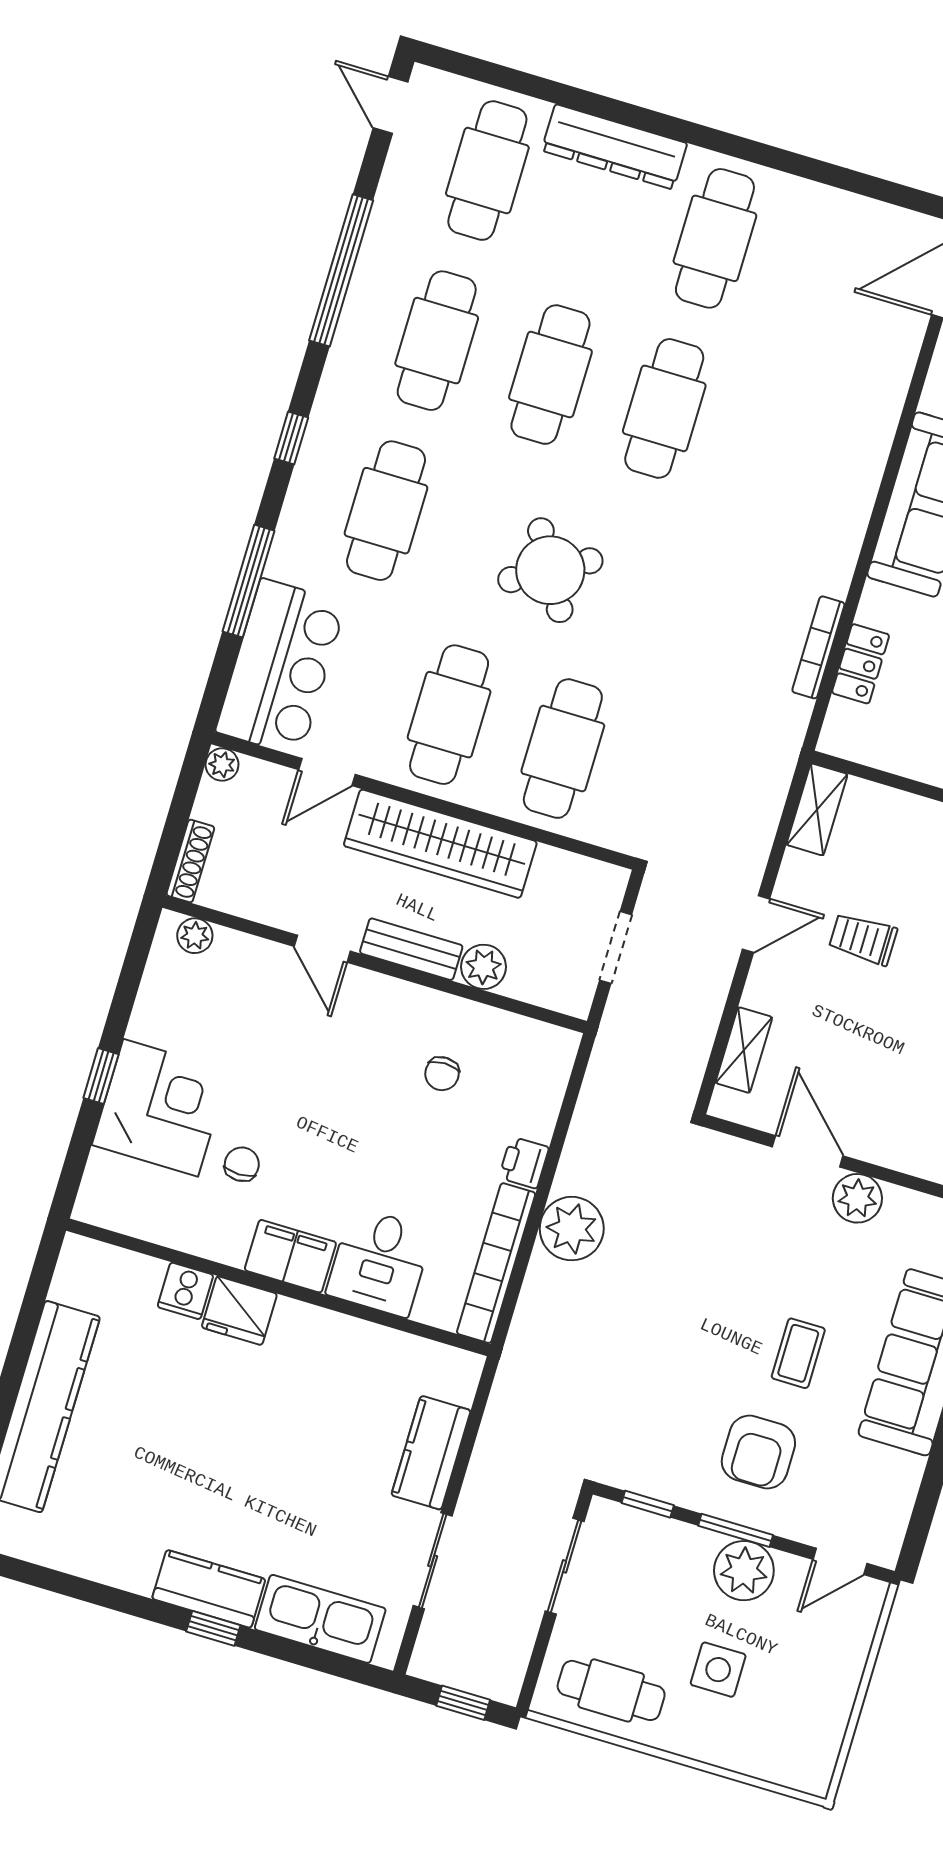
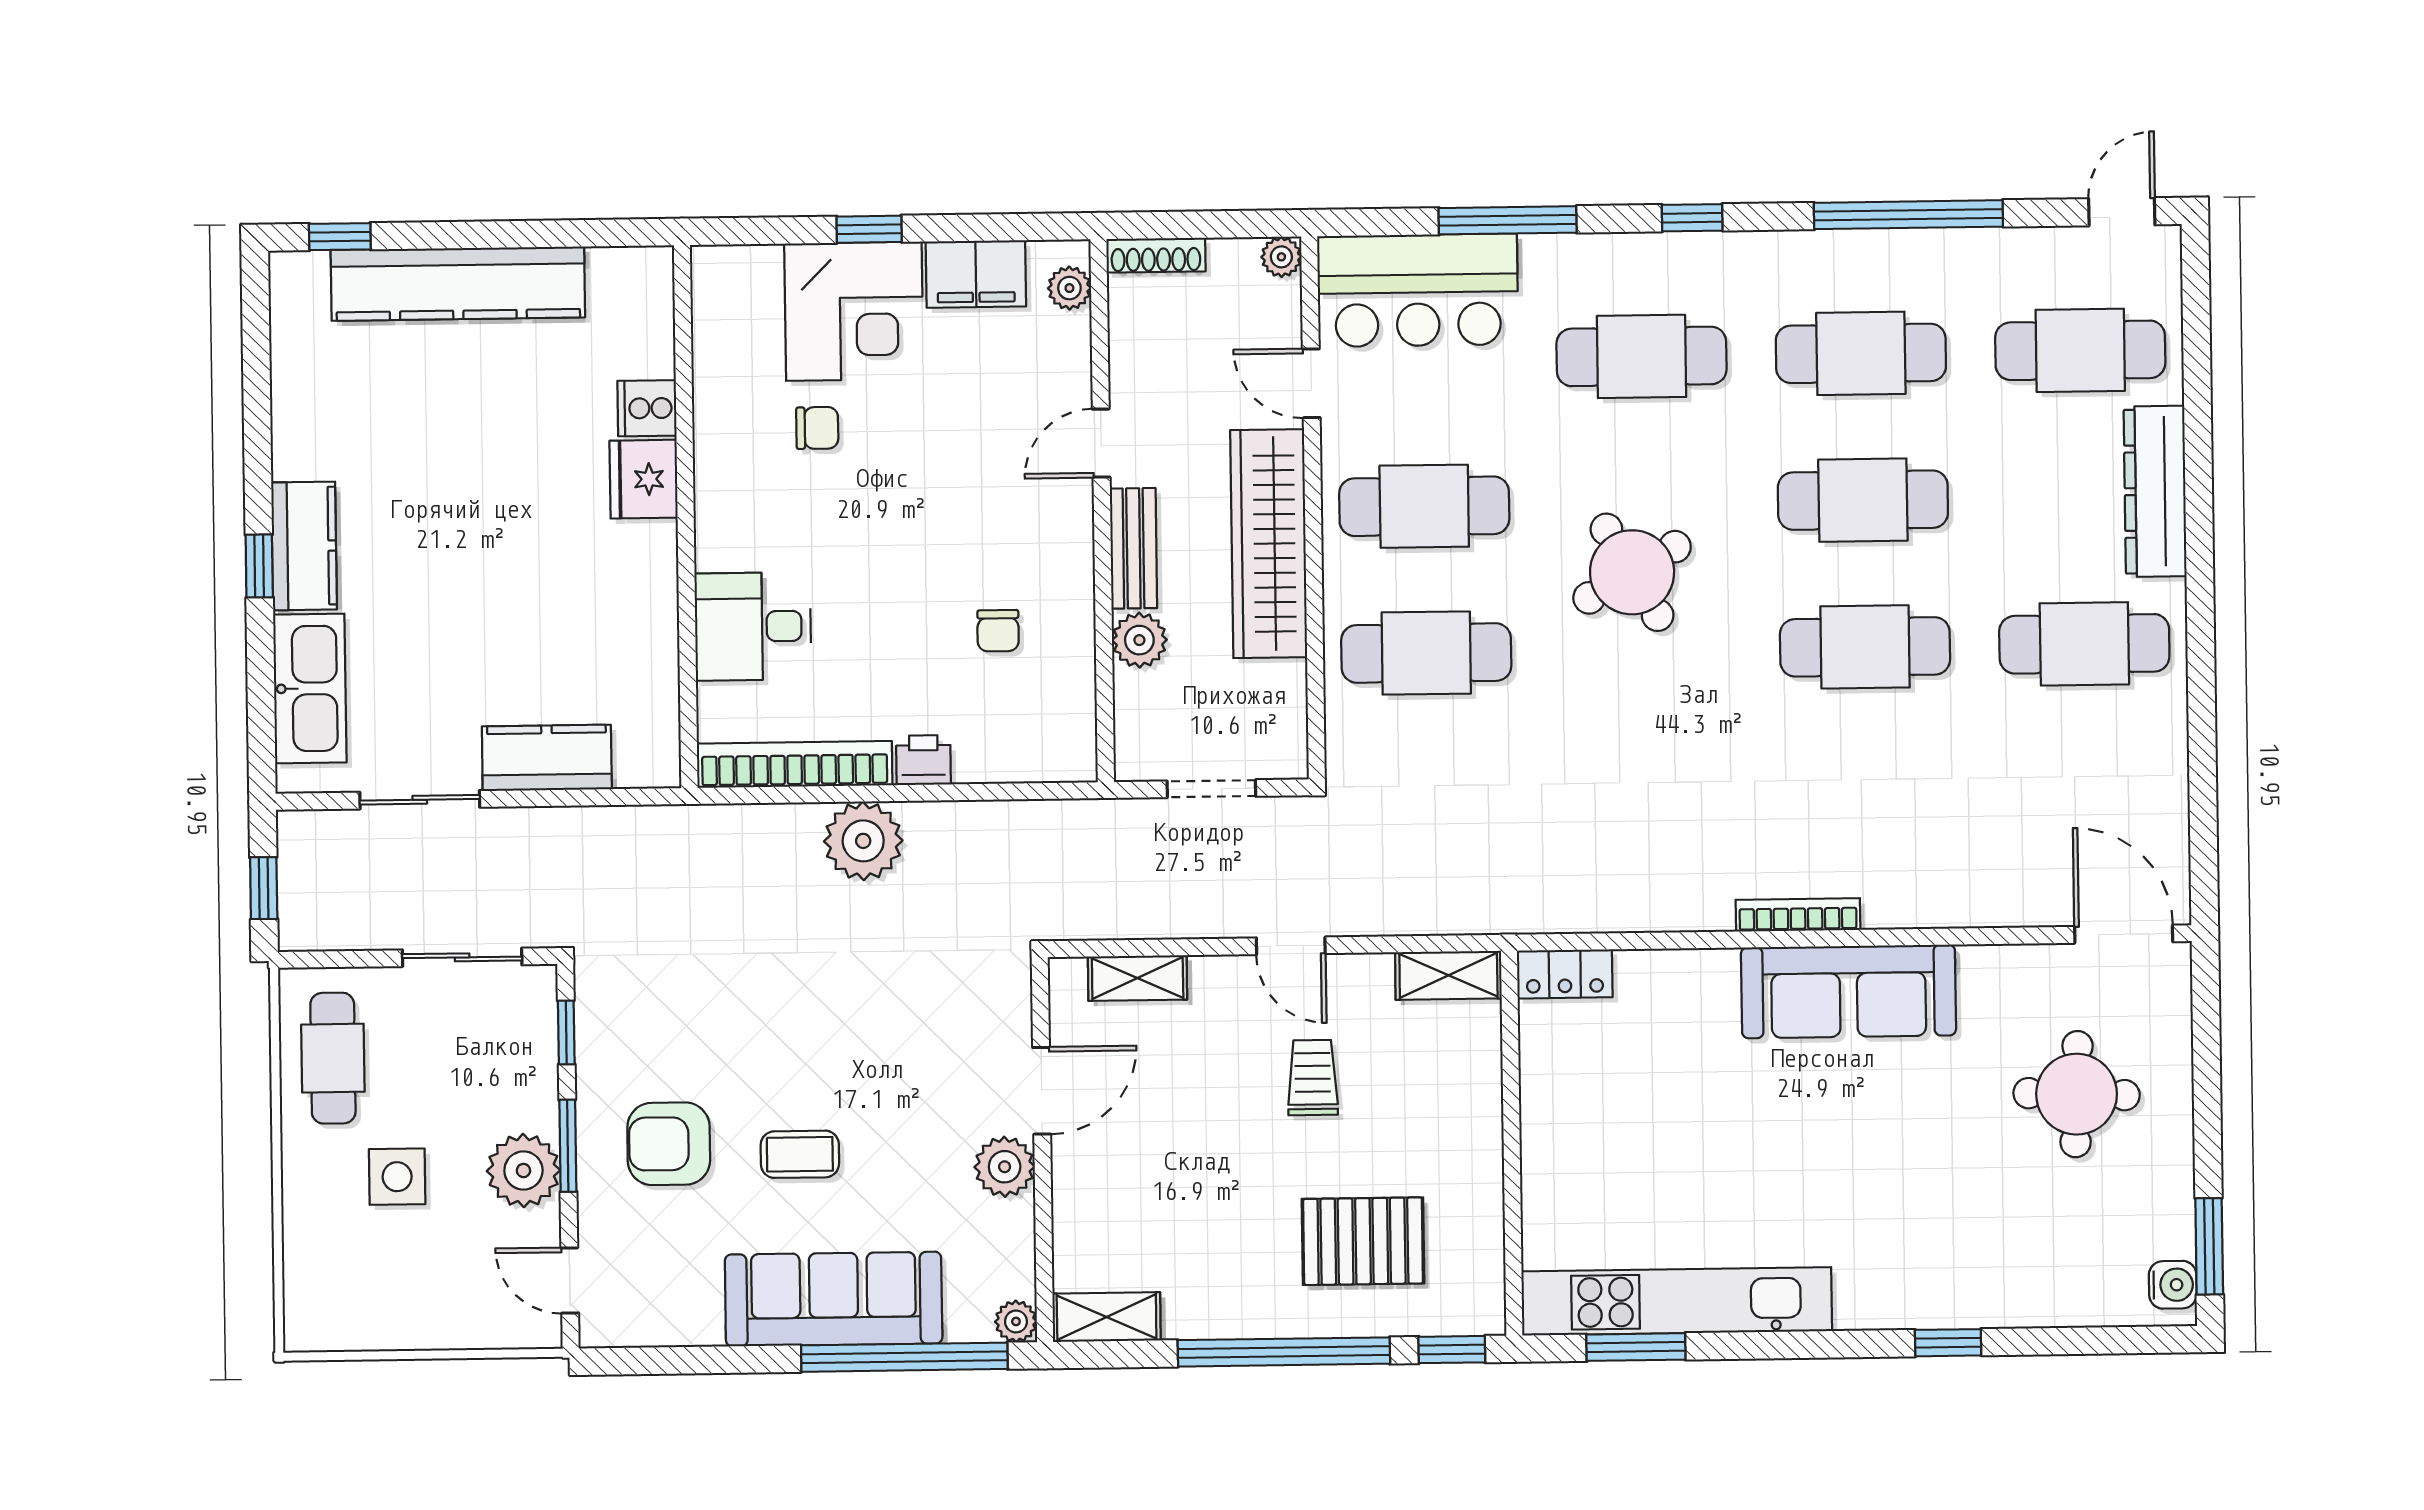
bookcase: (818, 647) -> (1798, 915), moved
locker: (861, 664) -> (1565, 974), moved
chair: (442, 1074) -> (998, 631), turned -90
filing cabinet: (290, 1256) -> (976, 274), moved, turned 90

